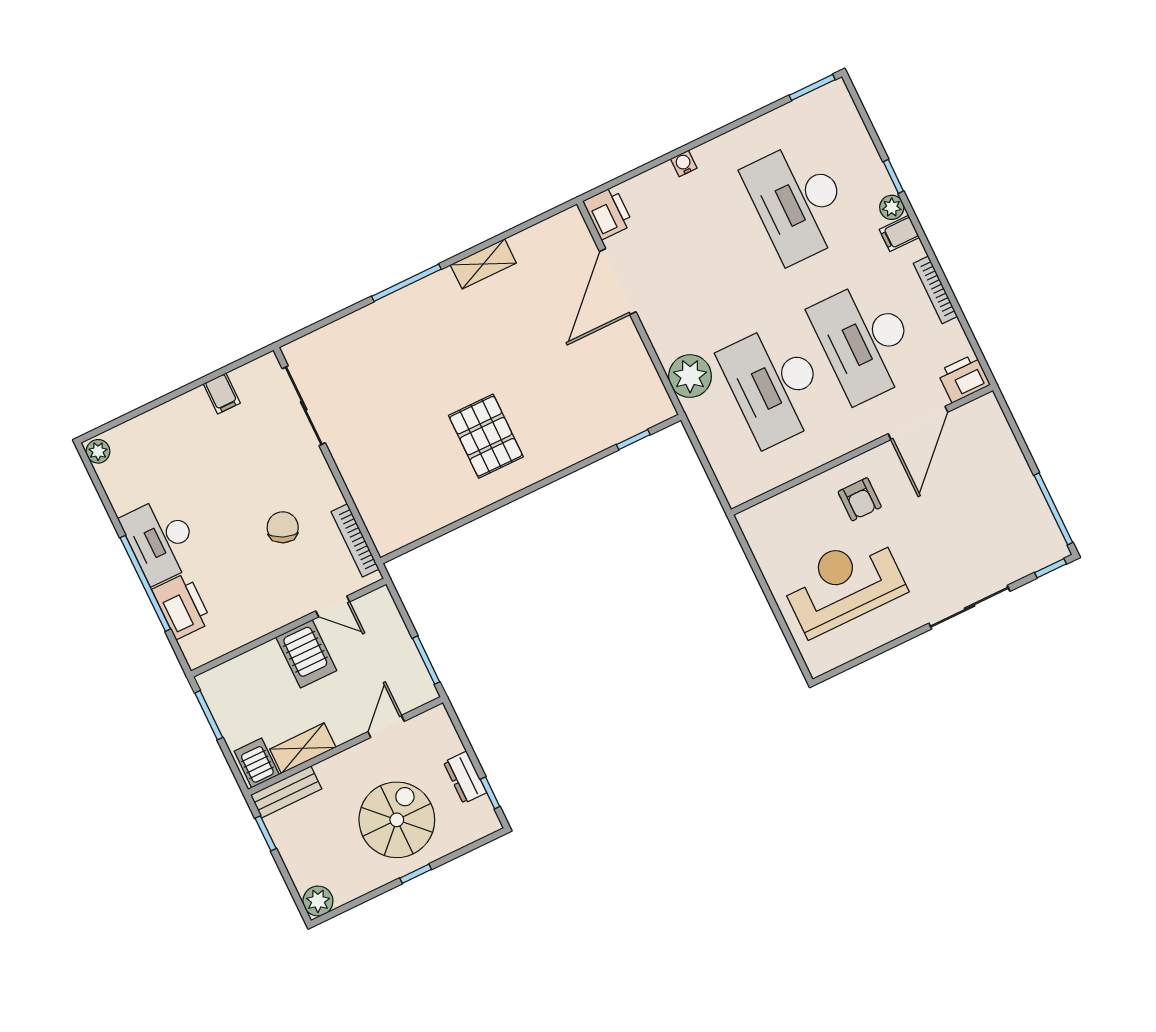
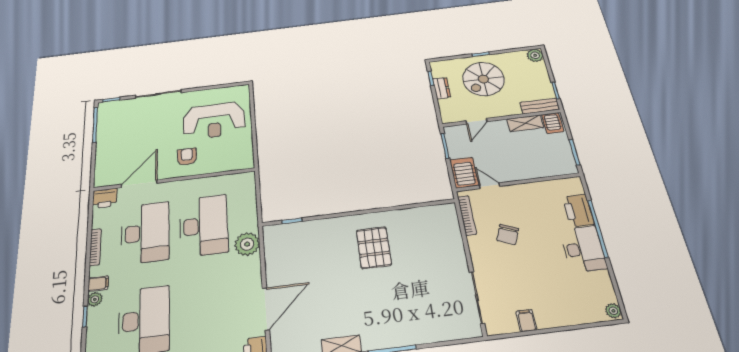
server rack: (306, 654) -> (464, 173), moved

